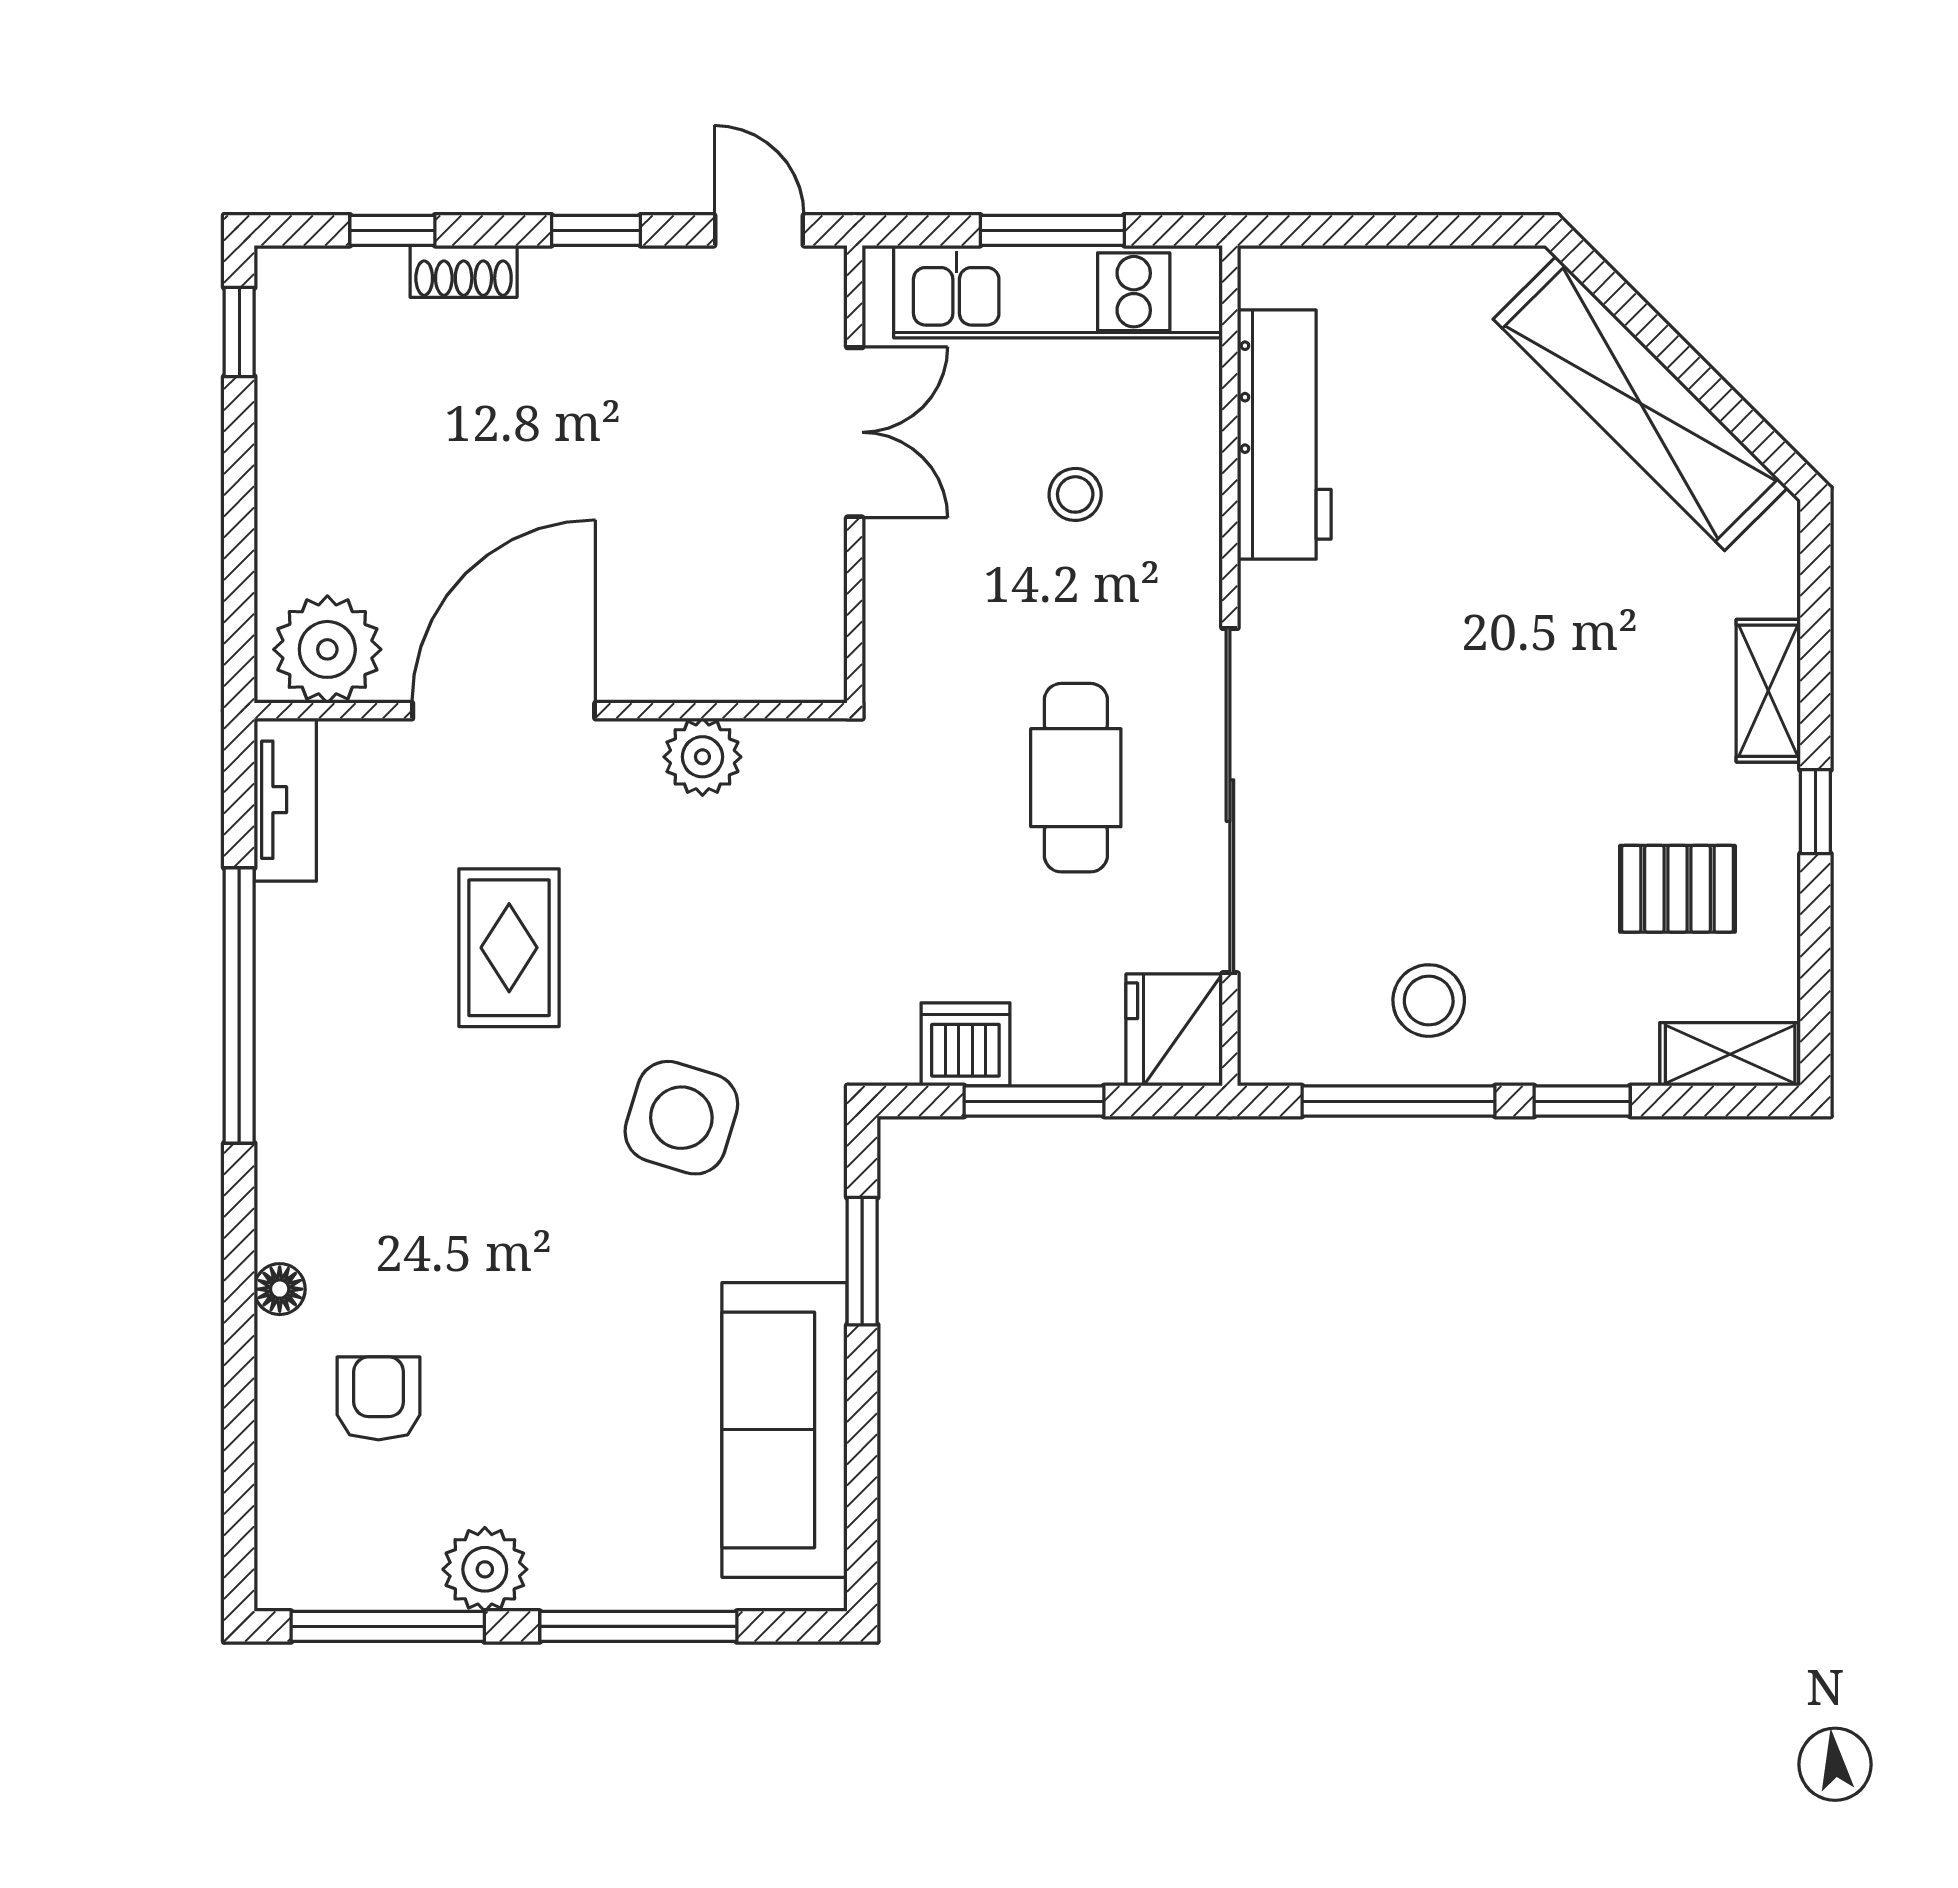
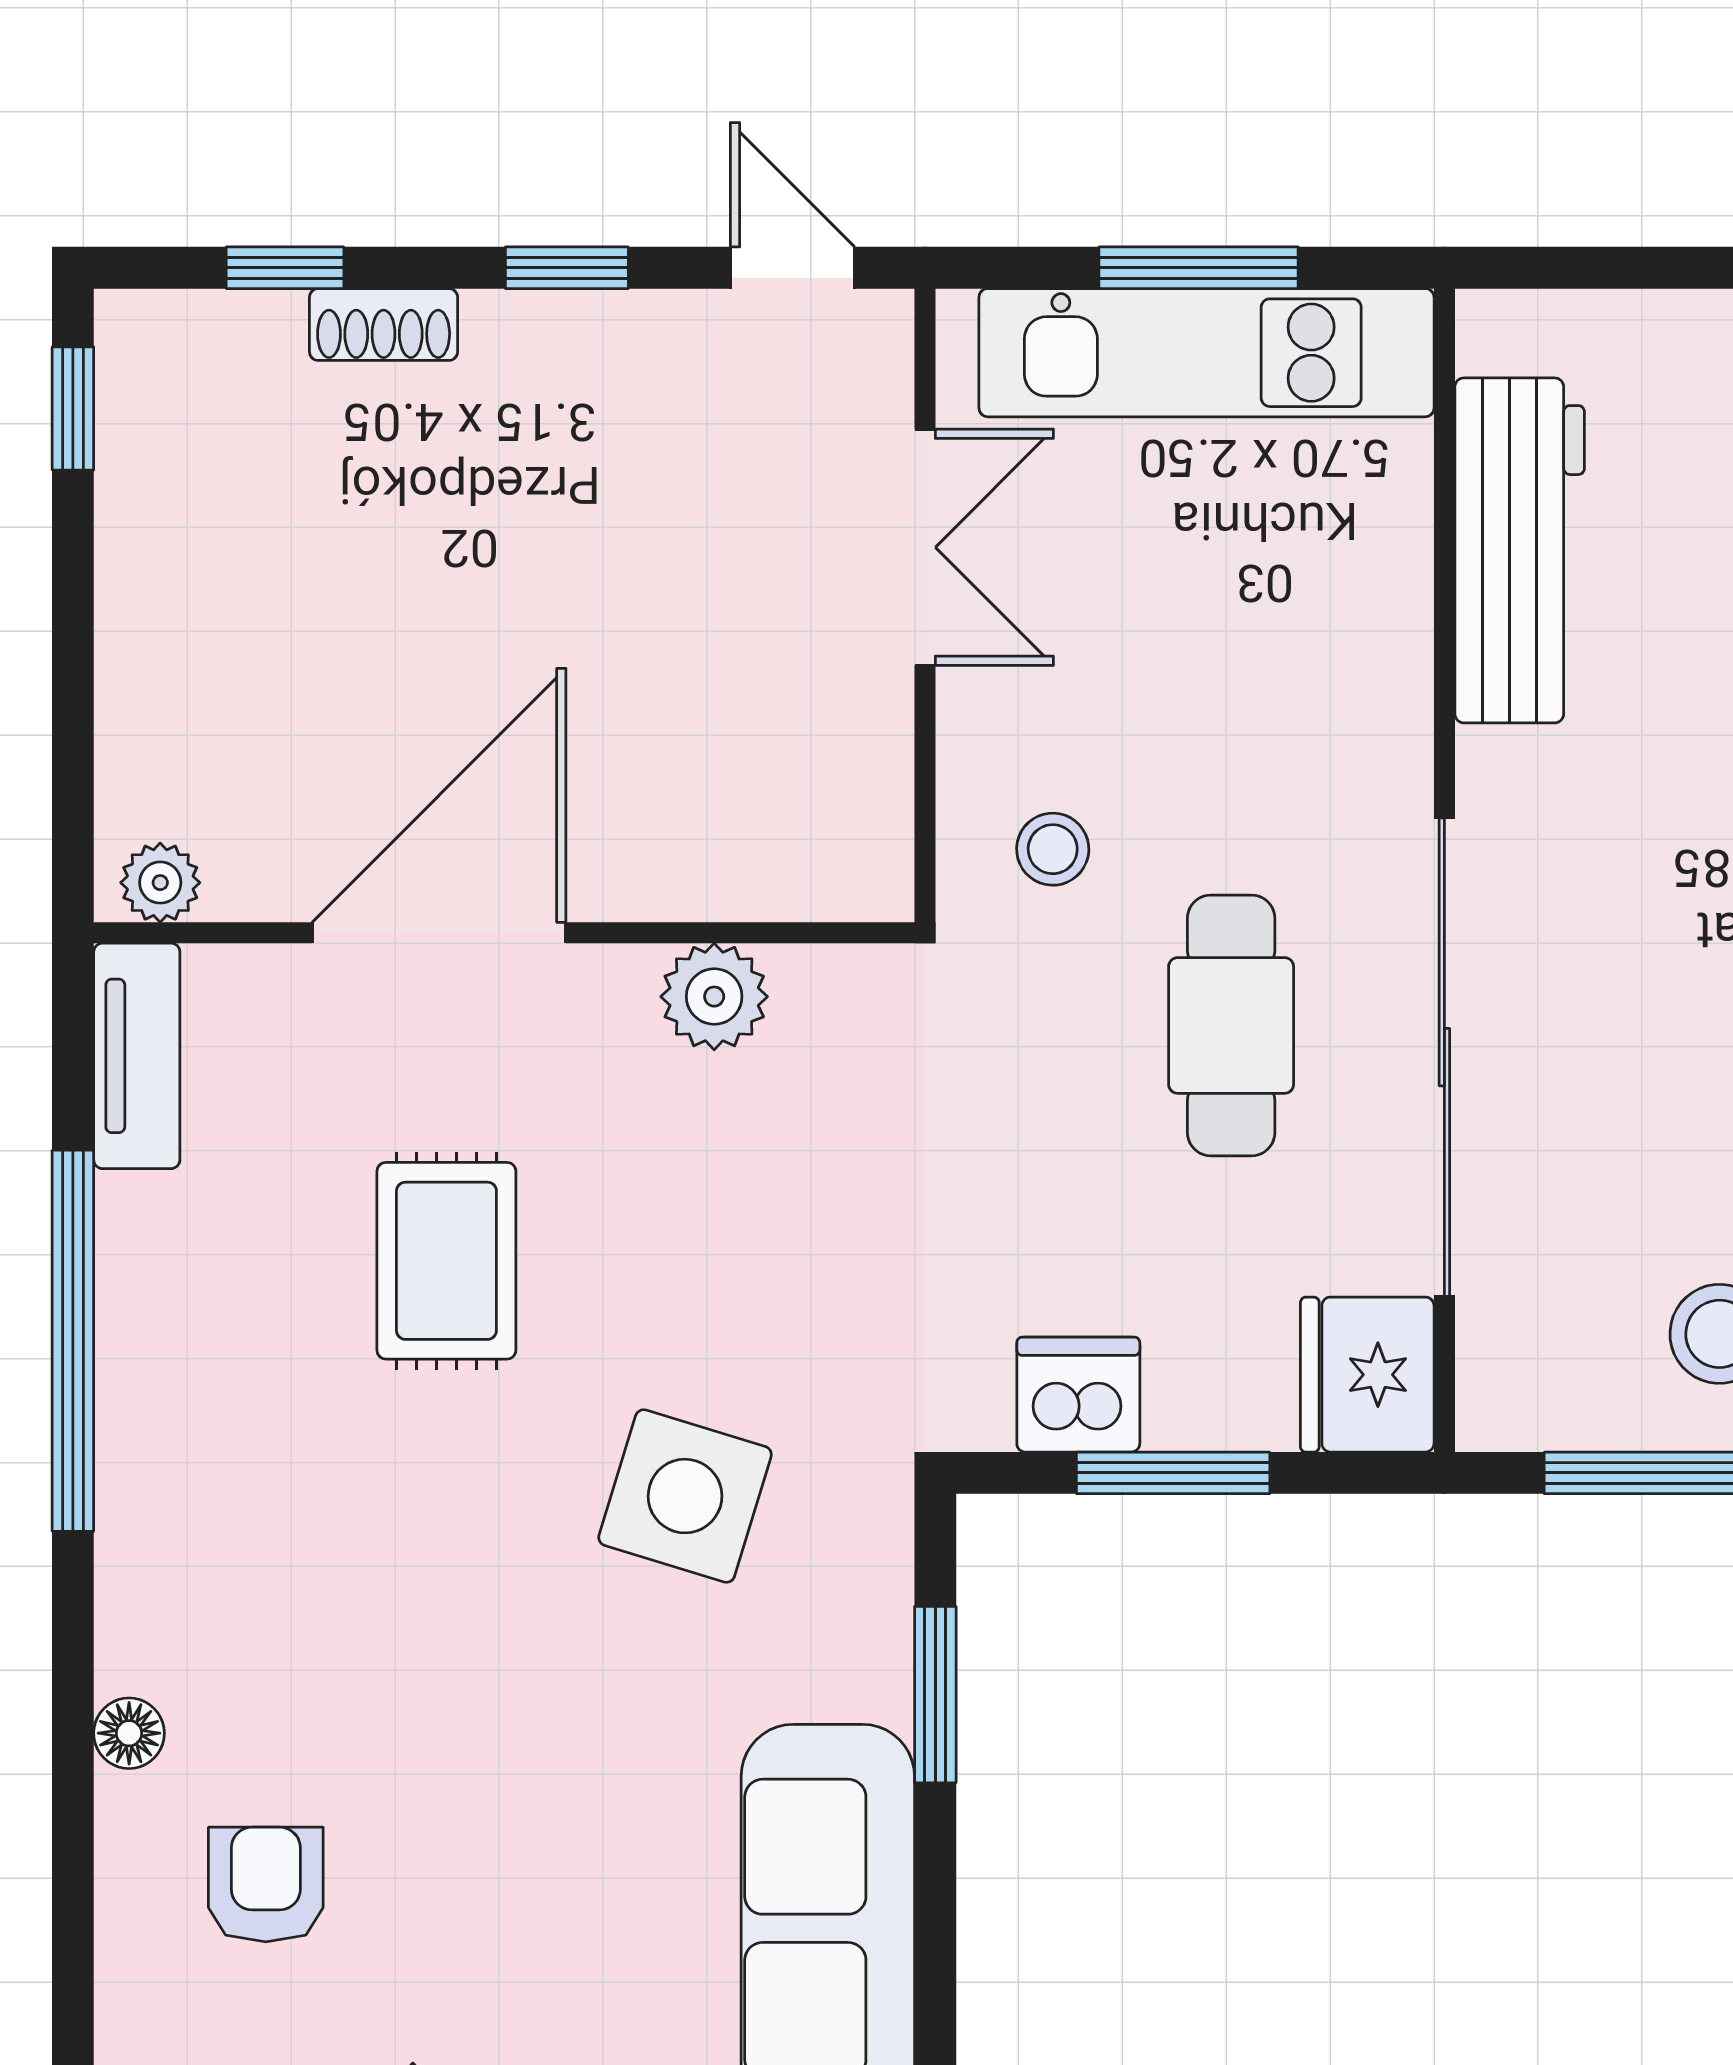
stool: (1075, 494) -> (1053, 849), moved
plant: (327, 649) -> (160, 883), width x0.53, depth x0.53

